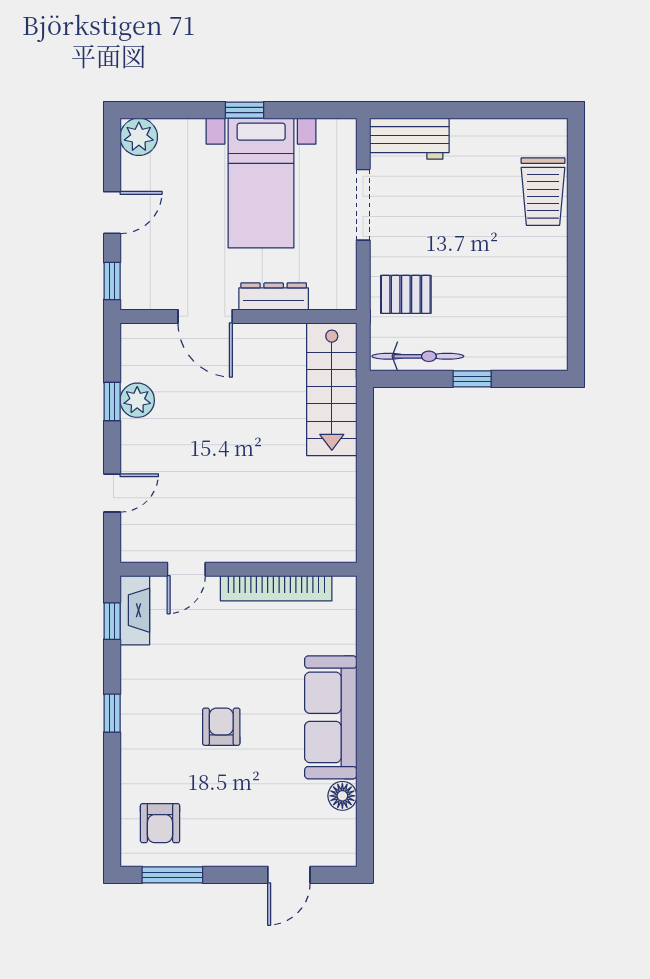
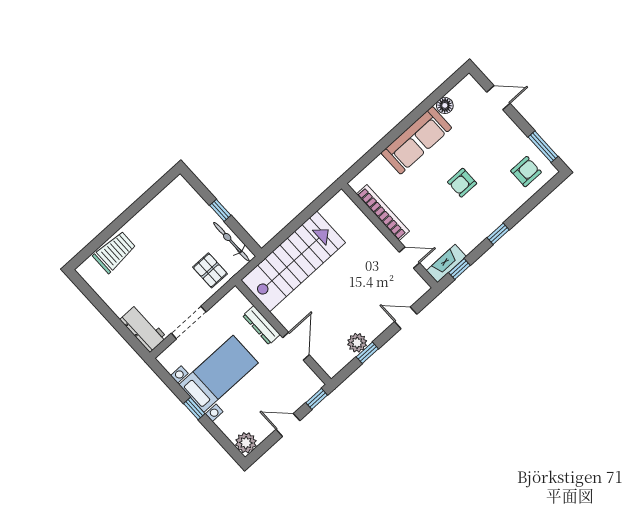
stairs: (332, 389) -> (293, 261), width x1.36, depth x1.51

